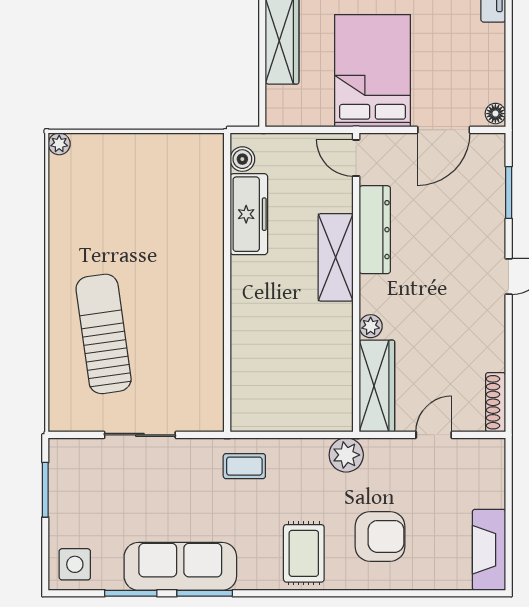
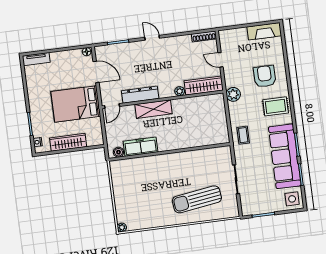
sofa: (180, 566) -> (285, 156), width x1.36, depth x1.27

